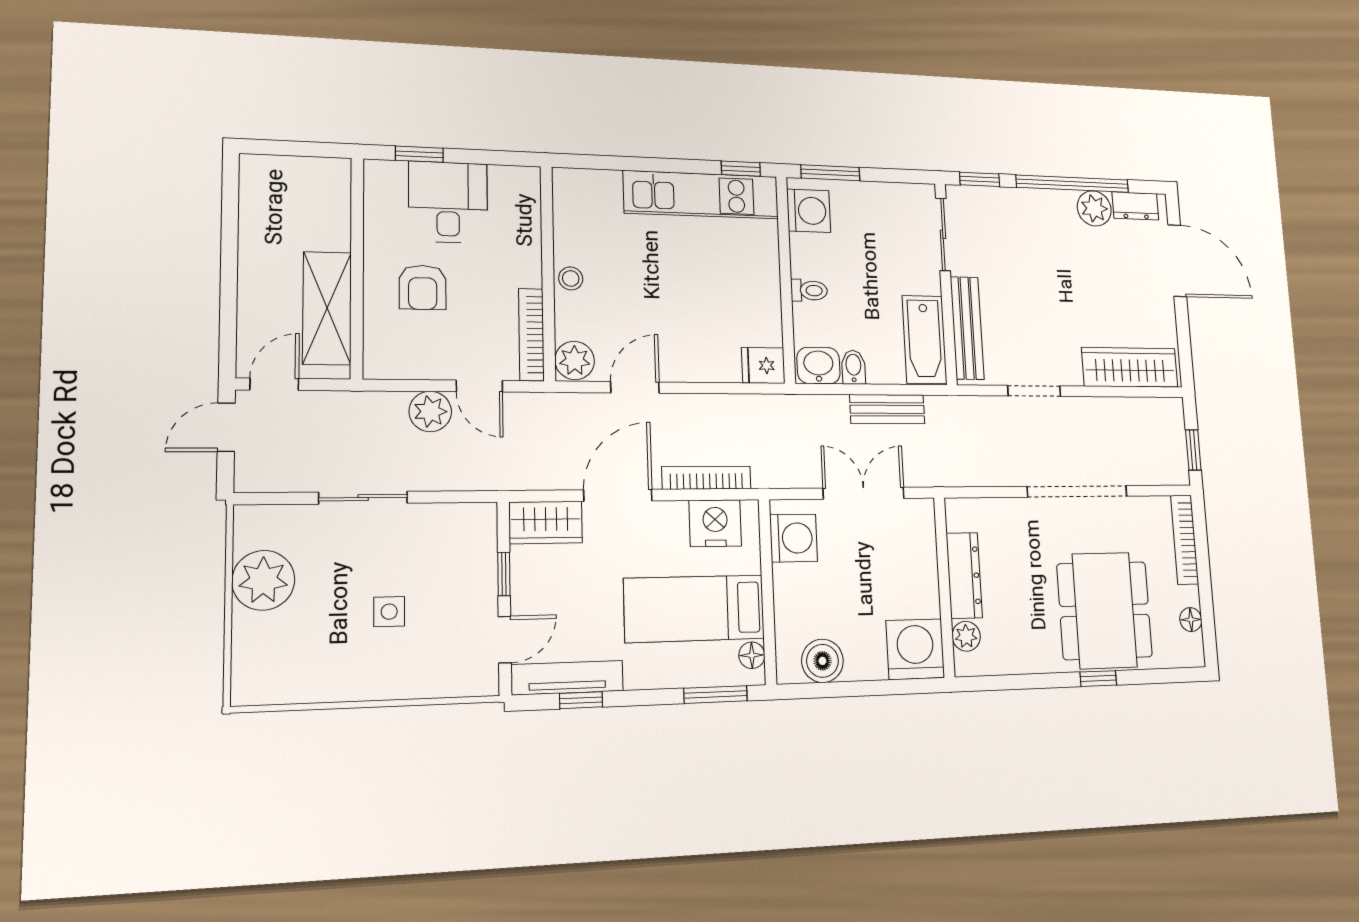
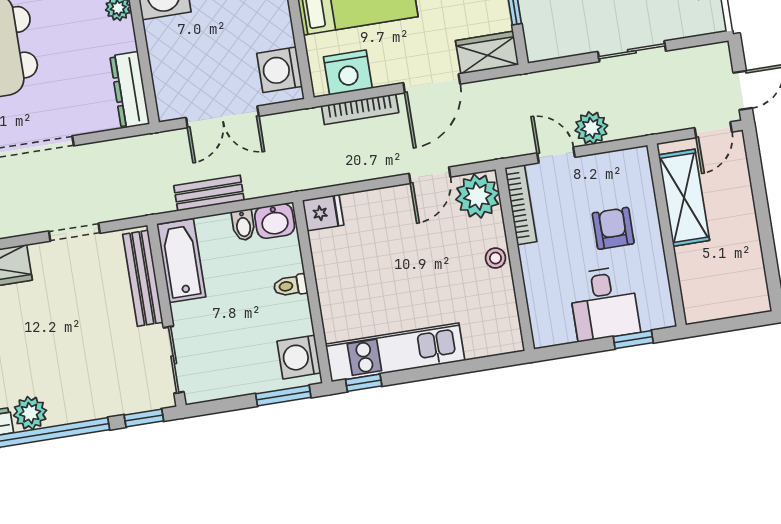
plant: (575, 360) -> (478, 196), width x1.36, depth x1.36
dresser: (964, 575) -> (130, 90), moved

